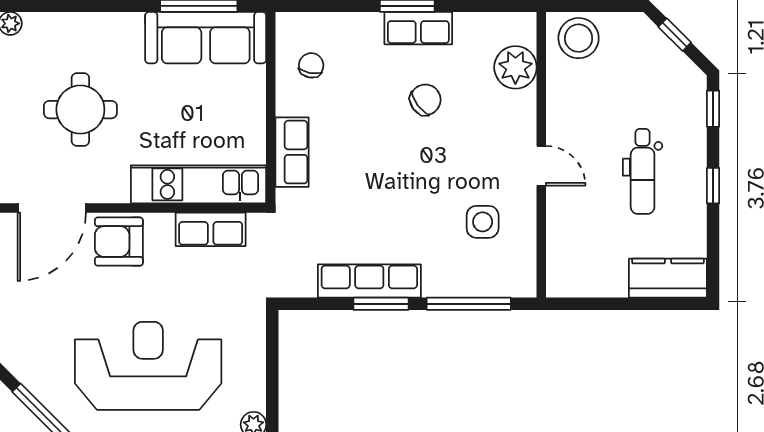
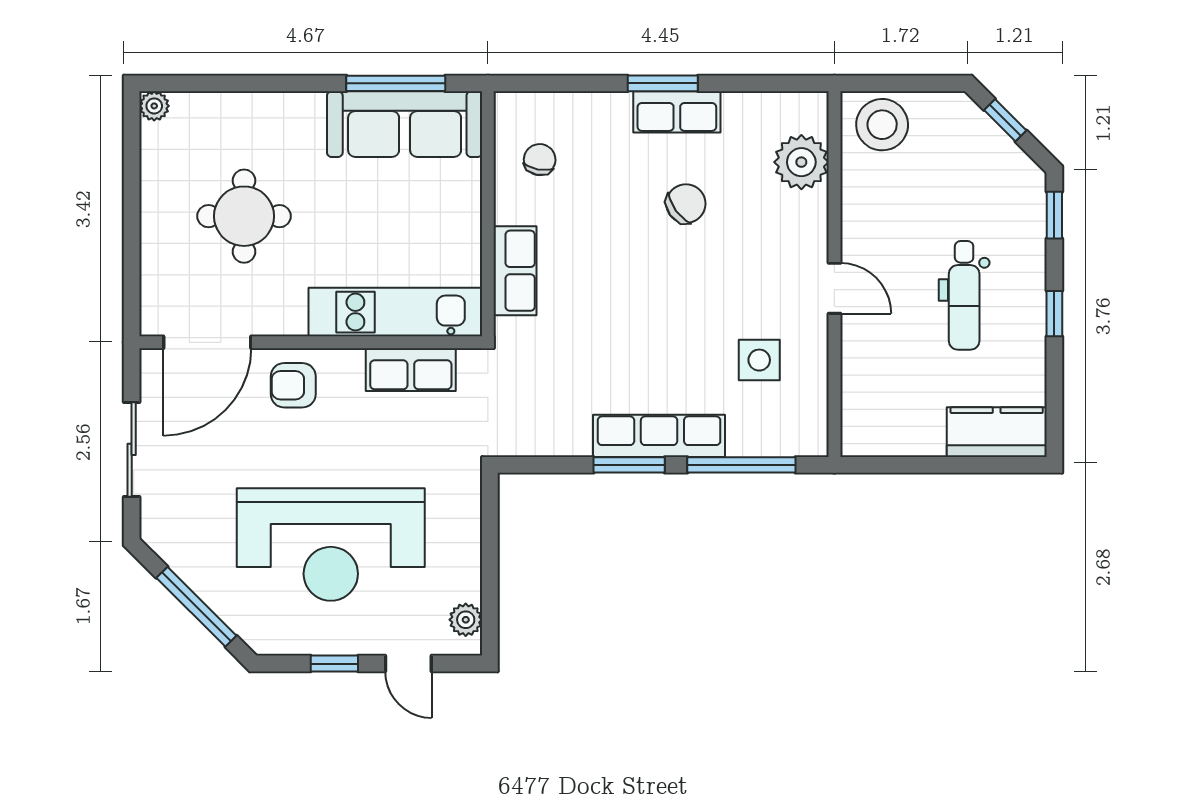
armchair: (119, 242) -> (293, 385), width x0.72, depth x0.72
row of seats: (369, 281) -> (659, 436), moved
reception desk: (148, 366) -> (331, 544), turned 180

